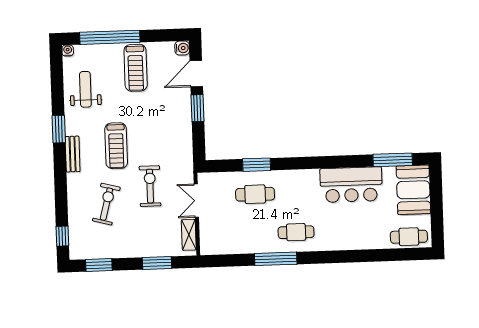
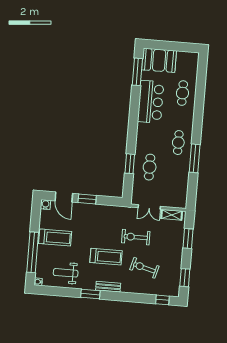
cafe table: (409, 237) -> (183, 93), moved

